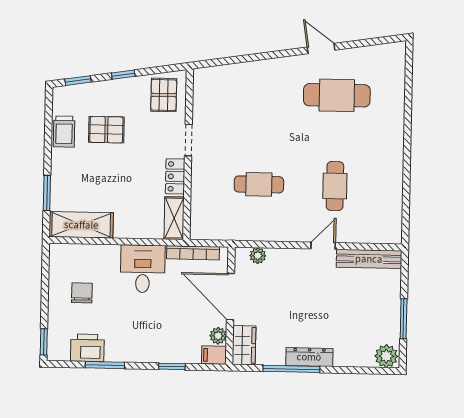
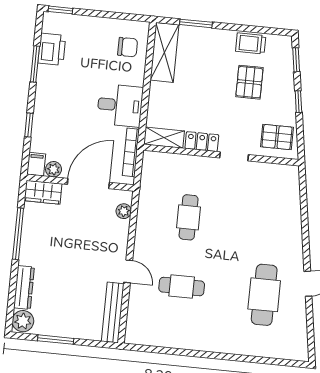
chair: (82, 293) -> (128, 47), moved
dresser: (309, 357) -> (24, 287), moved

